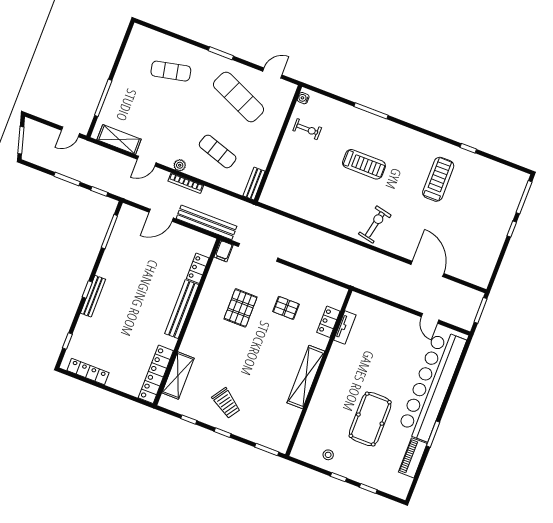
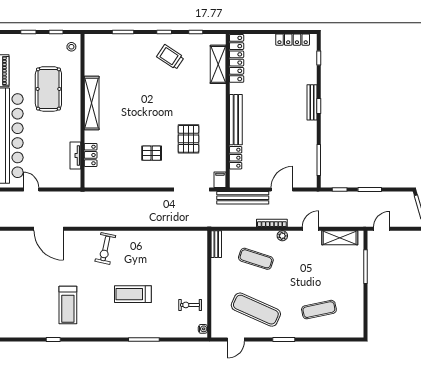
locker: (328, 322) -> (91, 155), moved
tv unit: (345, 327) -> (75, 155), moved
wall: (319, 373) -> (82, 111), moved
shelving: (306, 377) -> (92, 103), moved

